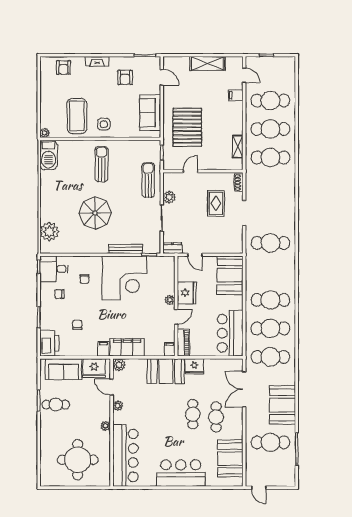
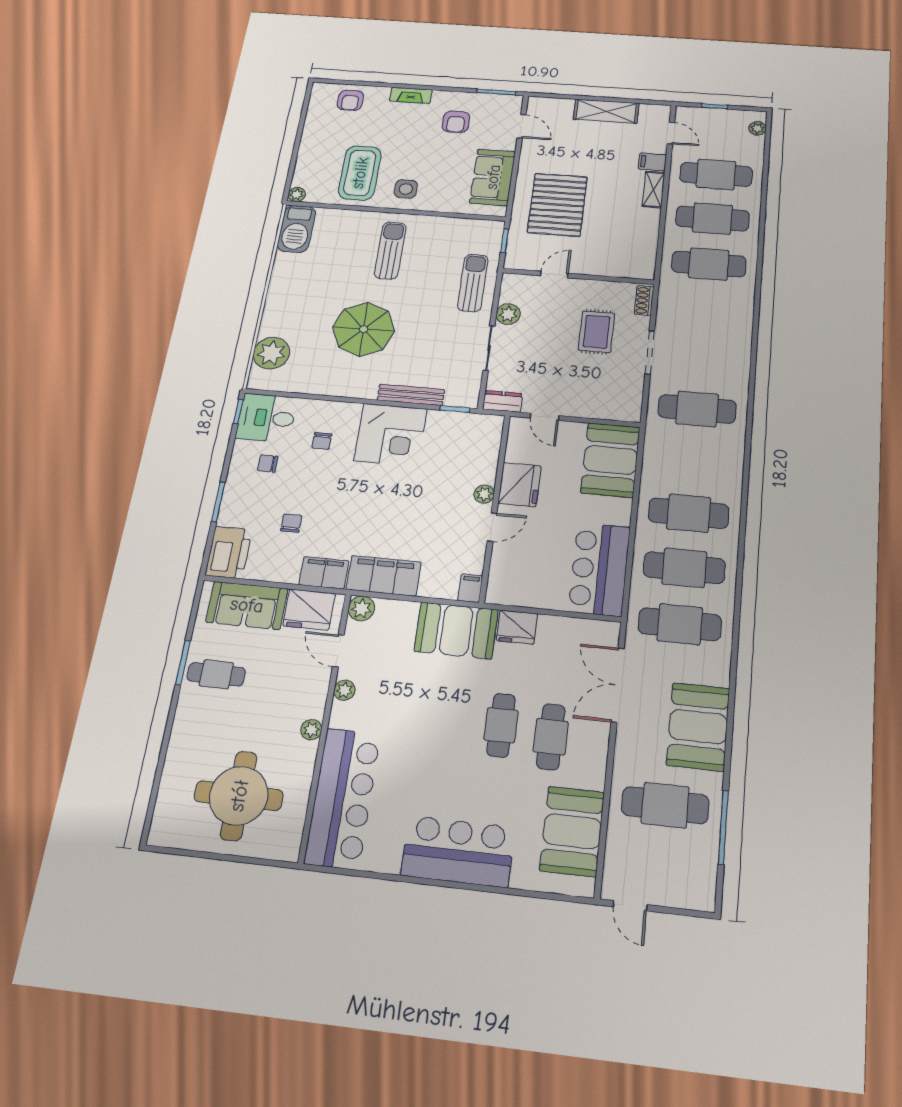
plant: (291, 68) -> (757, 128), added
shelving: (238, 147) -> (654, 189), moved
corner desk: (125, 278) -> (391, 435), width x0.74, depth x0.74
piano: (183, 343) -> (500, 578), removed
filing cabinet: (103, 349) -> (324, 573), width x2.00

